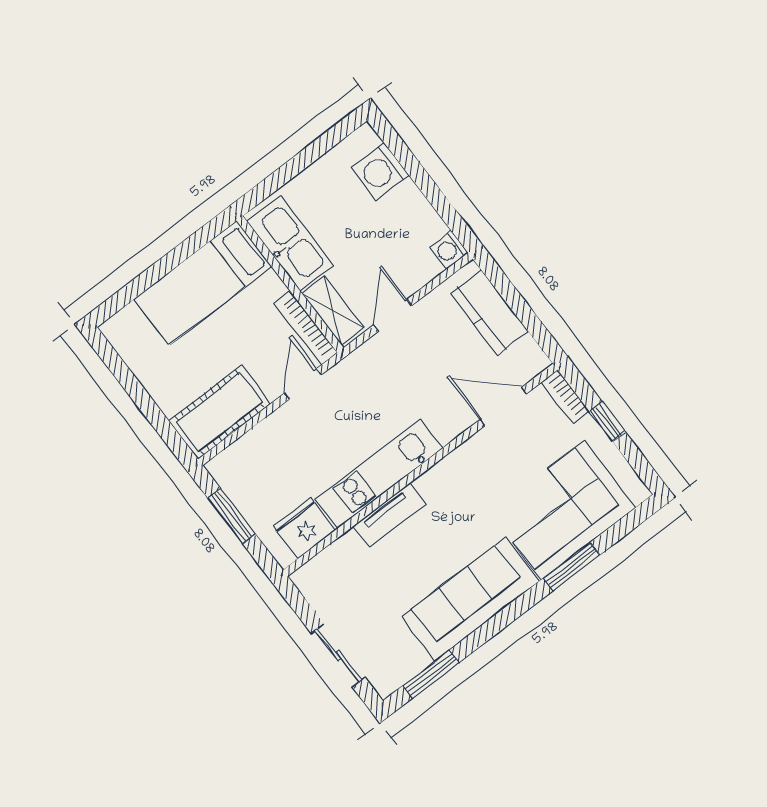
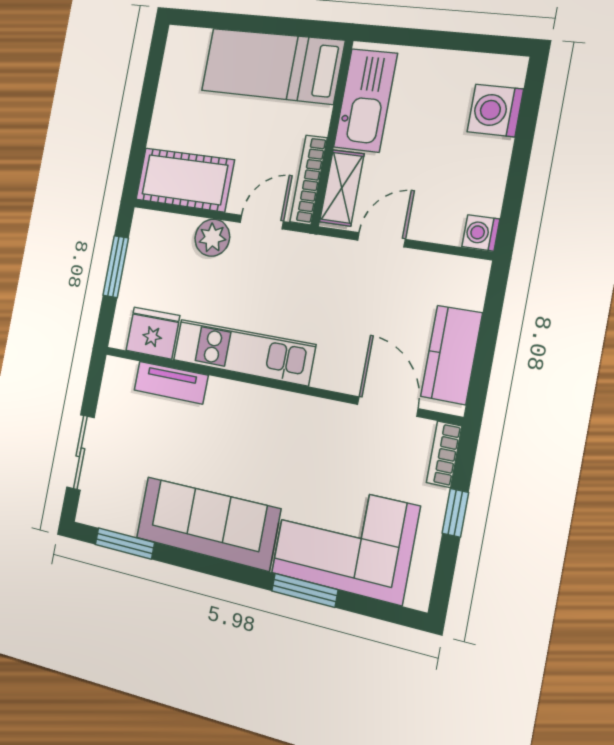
kitchen counter: (489, 312) -> (452, 355), moved
plant: (280, 428) -> (212, 238), added
tv unit: (389, 515) -> (171, 383), moved

